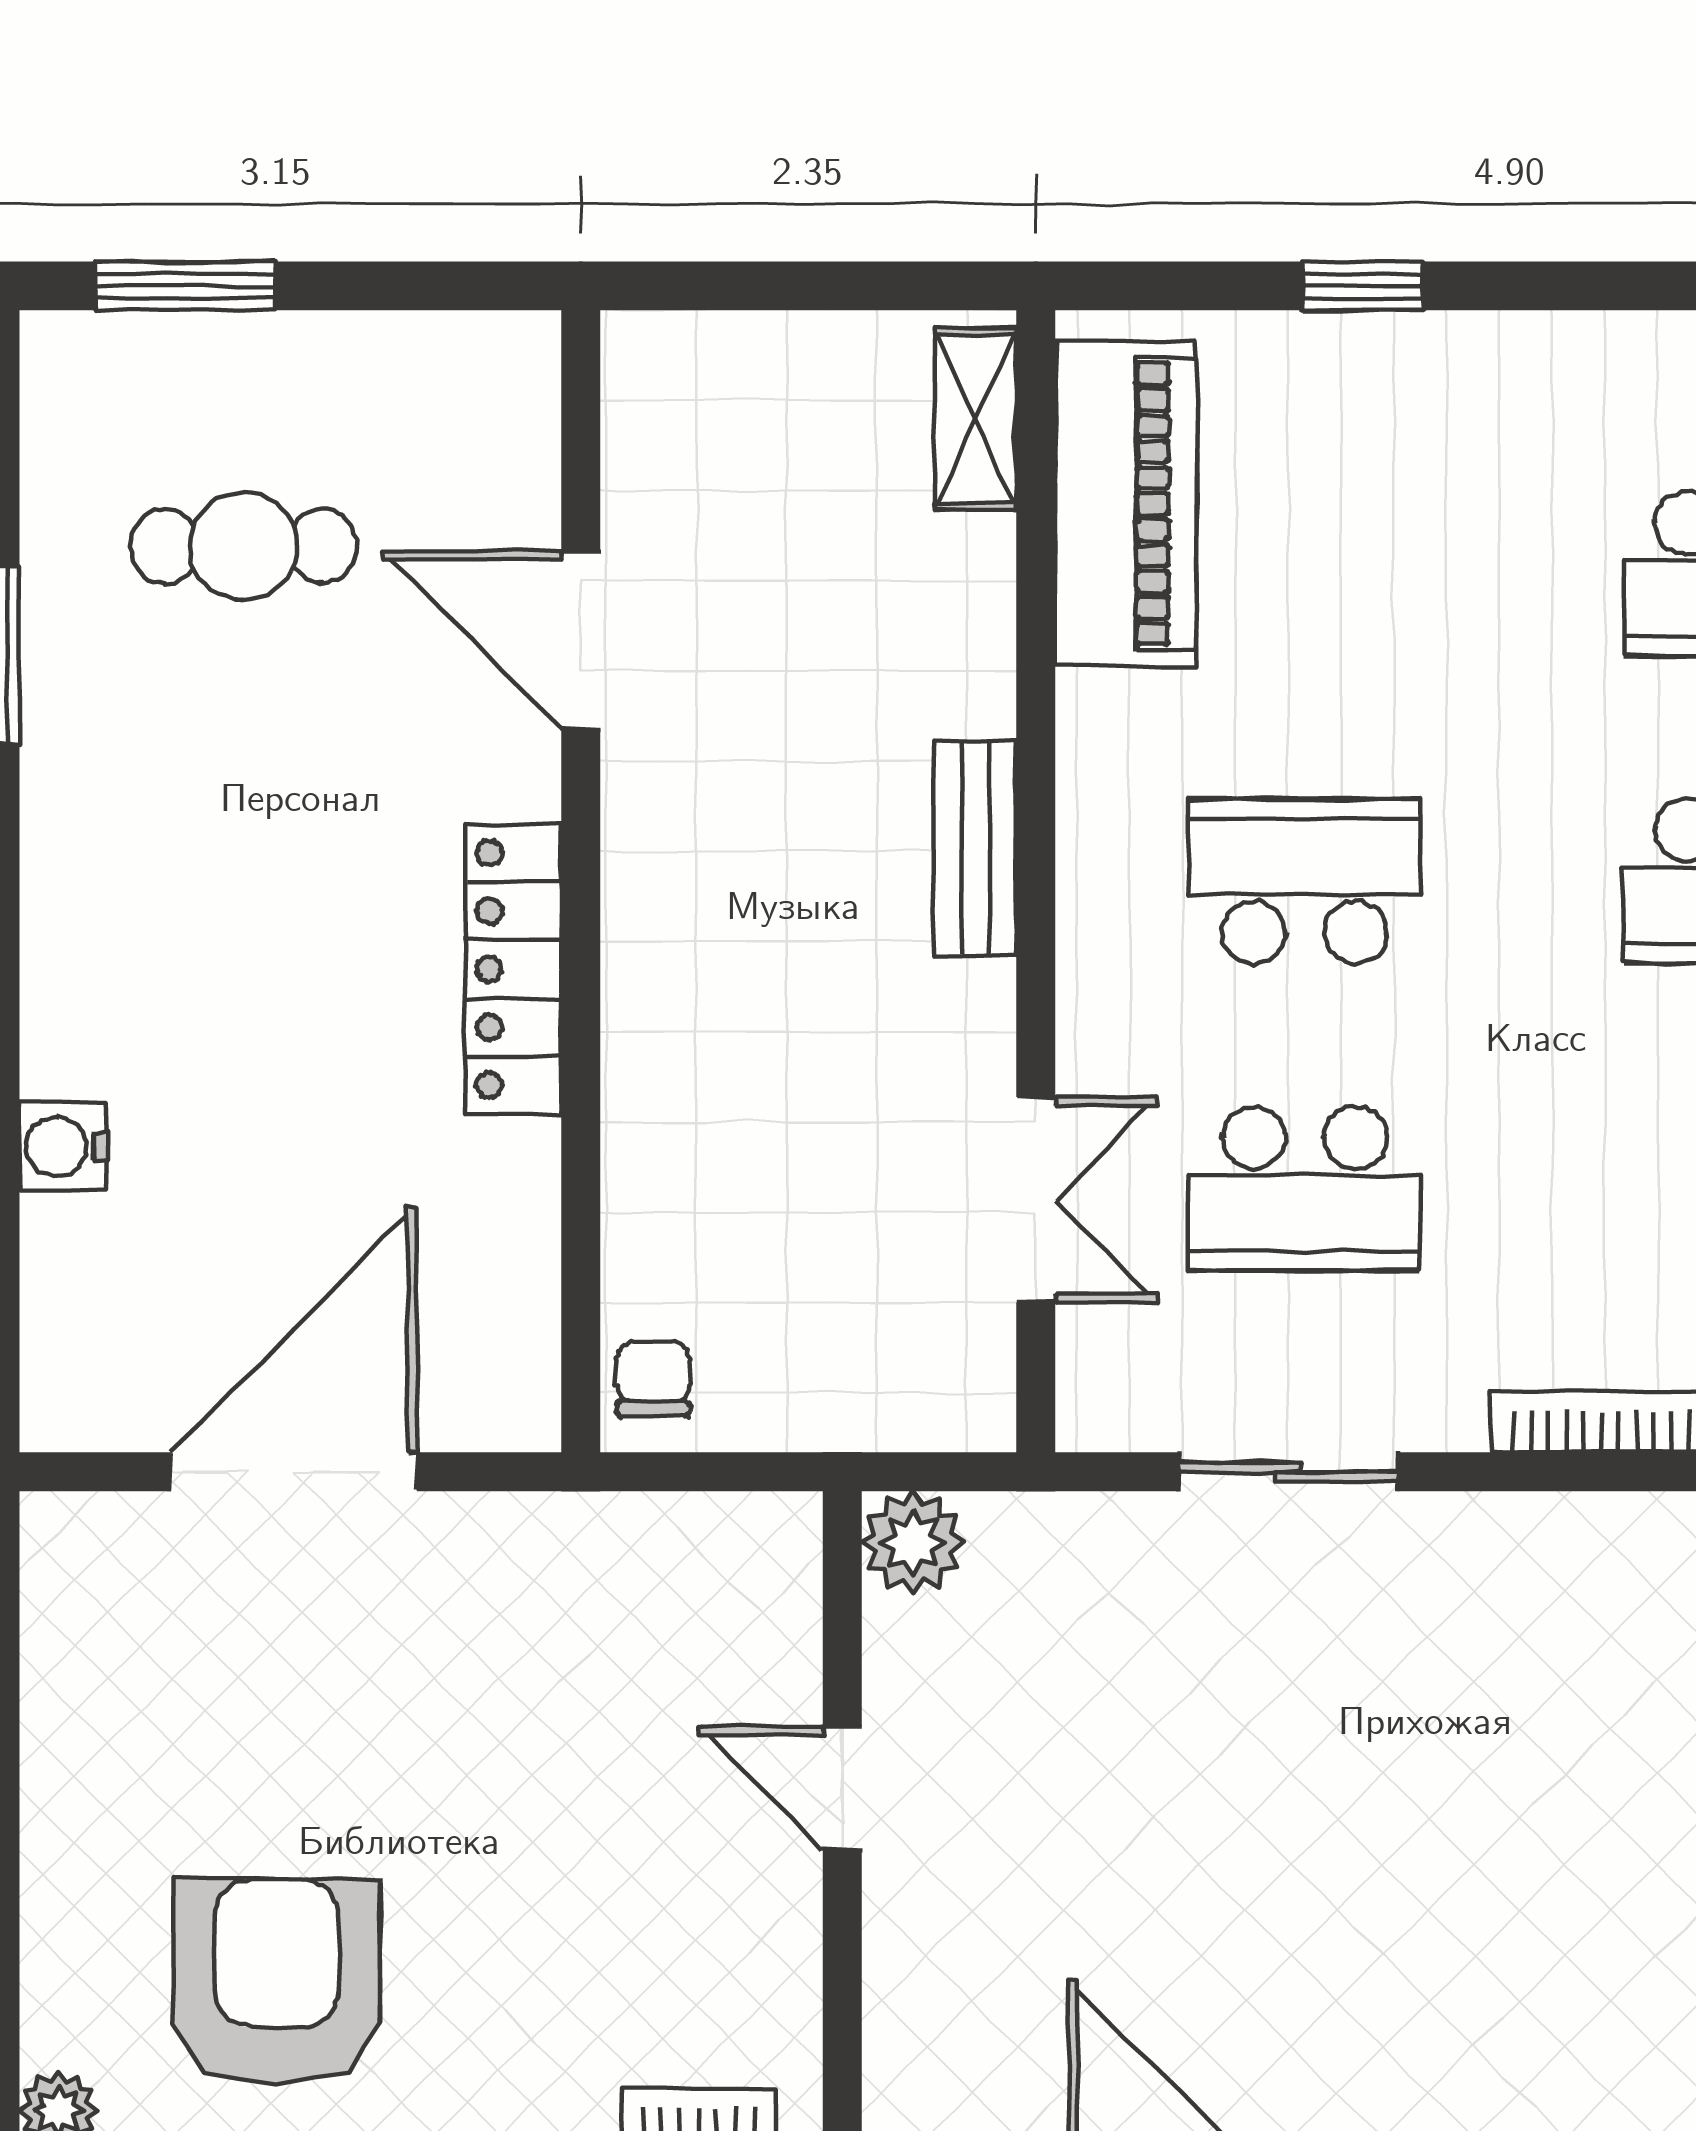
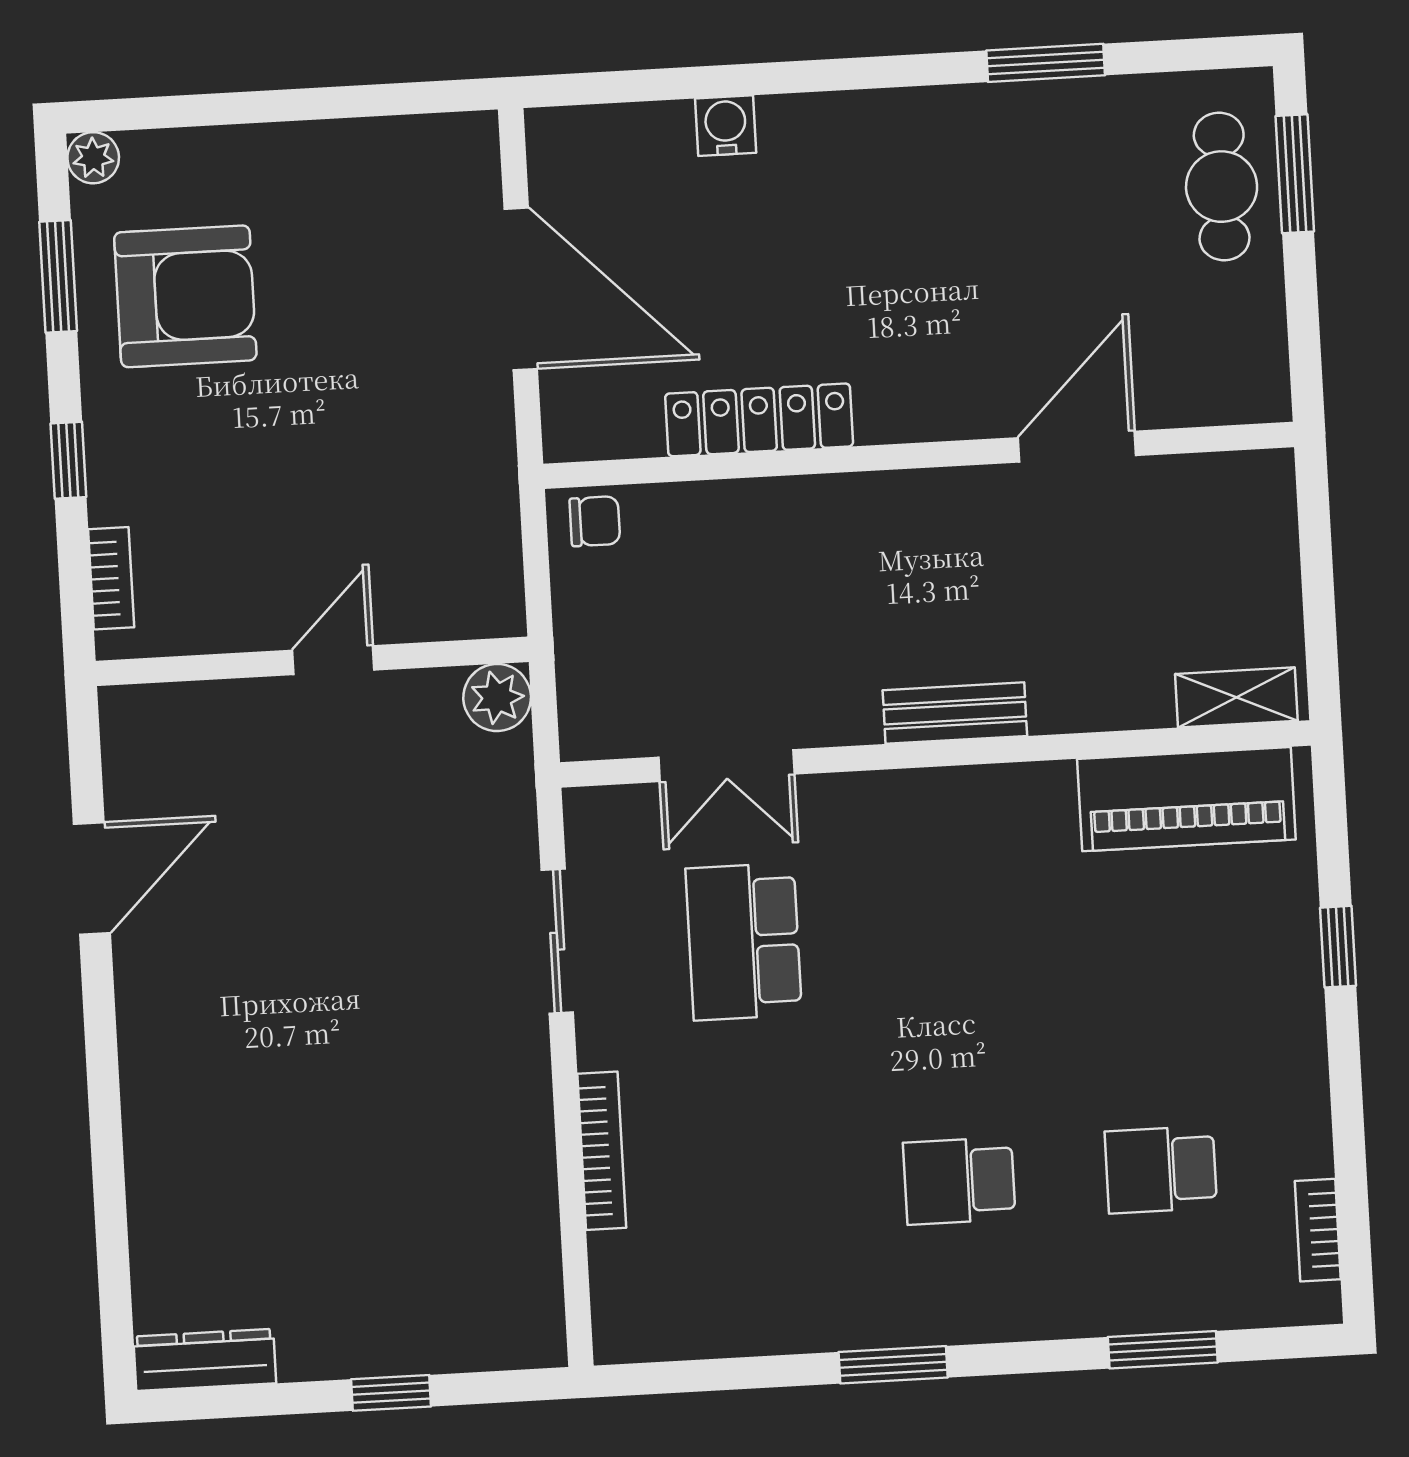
cafe table: (243, 546) -> (1222, 187), moved
school desk: (1305, 881) -> (945, 930), removed
locker: (513, 969) -> (759, 420), moved

